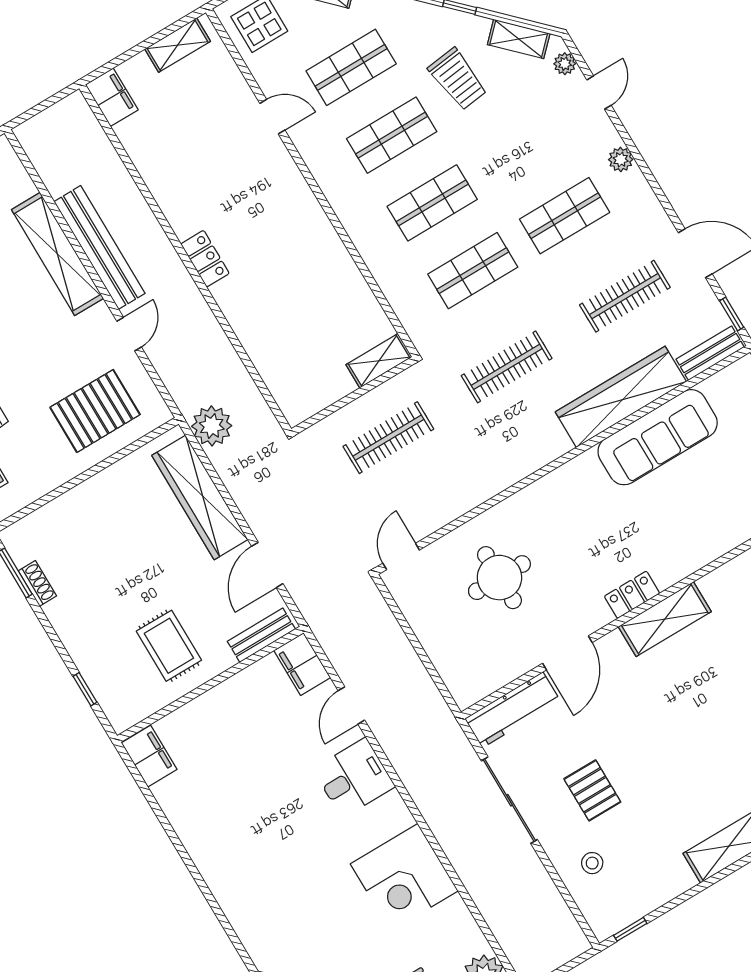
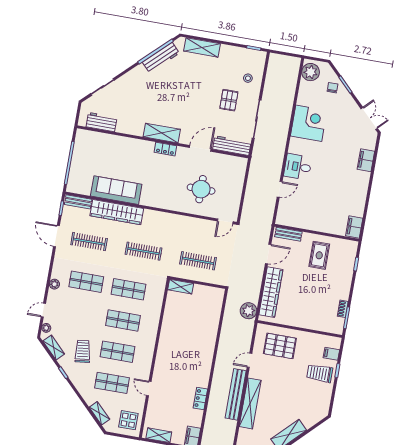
locker: (205, 259) -> (200, 398), moved
filing cabinet: (302, 664) -> (366, 160), moved, turned 180

